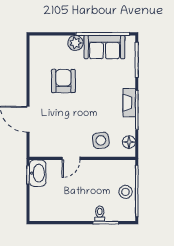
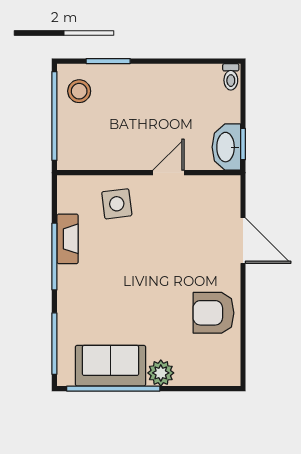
armchair: (63, 81) -> (214, 313), moved, turned 90
fireplace: (129, 103) -> (68, 239), moved
floor lamp: (129, 142) -> (68, 201), removed
stool: (125, 192) -> (79, 91), moved
toilet: (100, 214) -> (231, 77), moved

